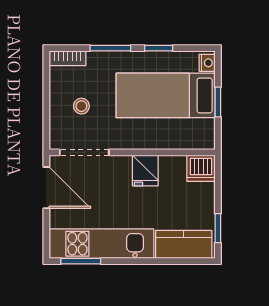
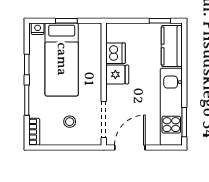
dishwasher: (201, 168) -> (116, 53), moved

